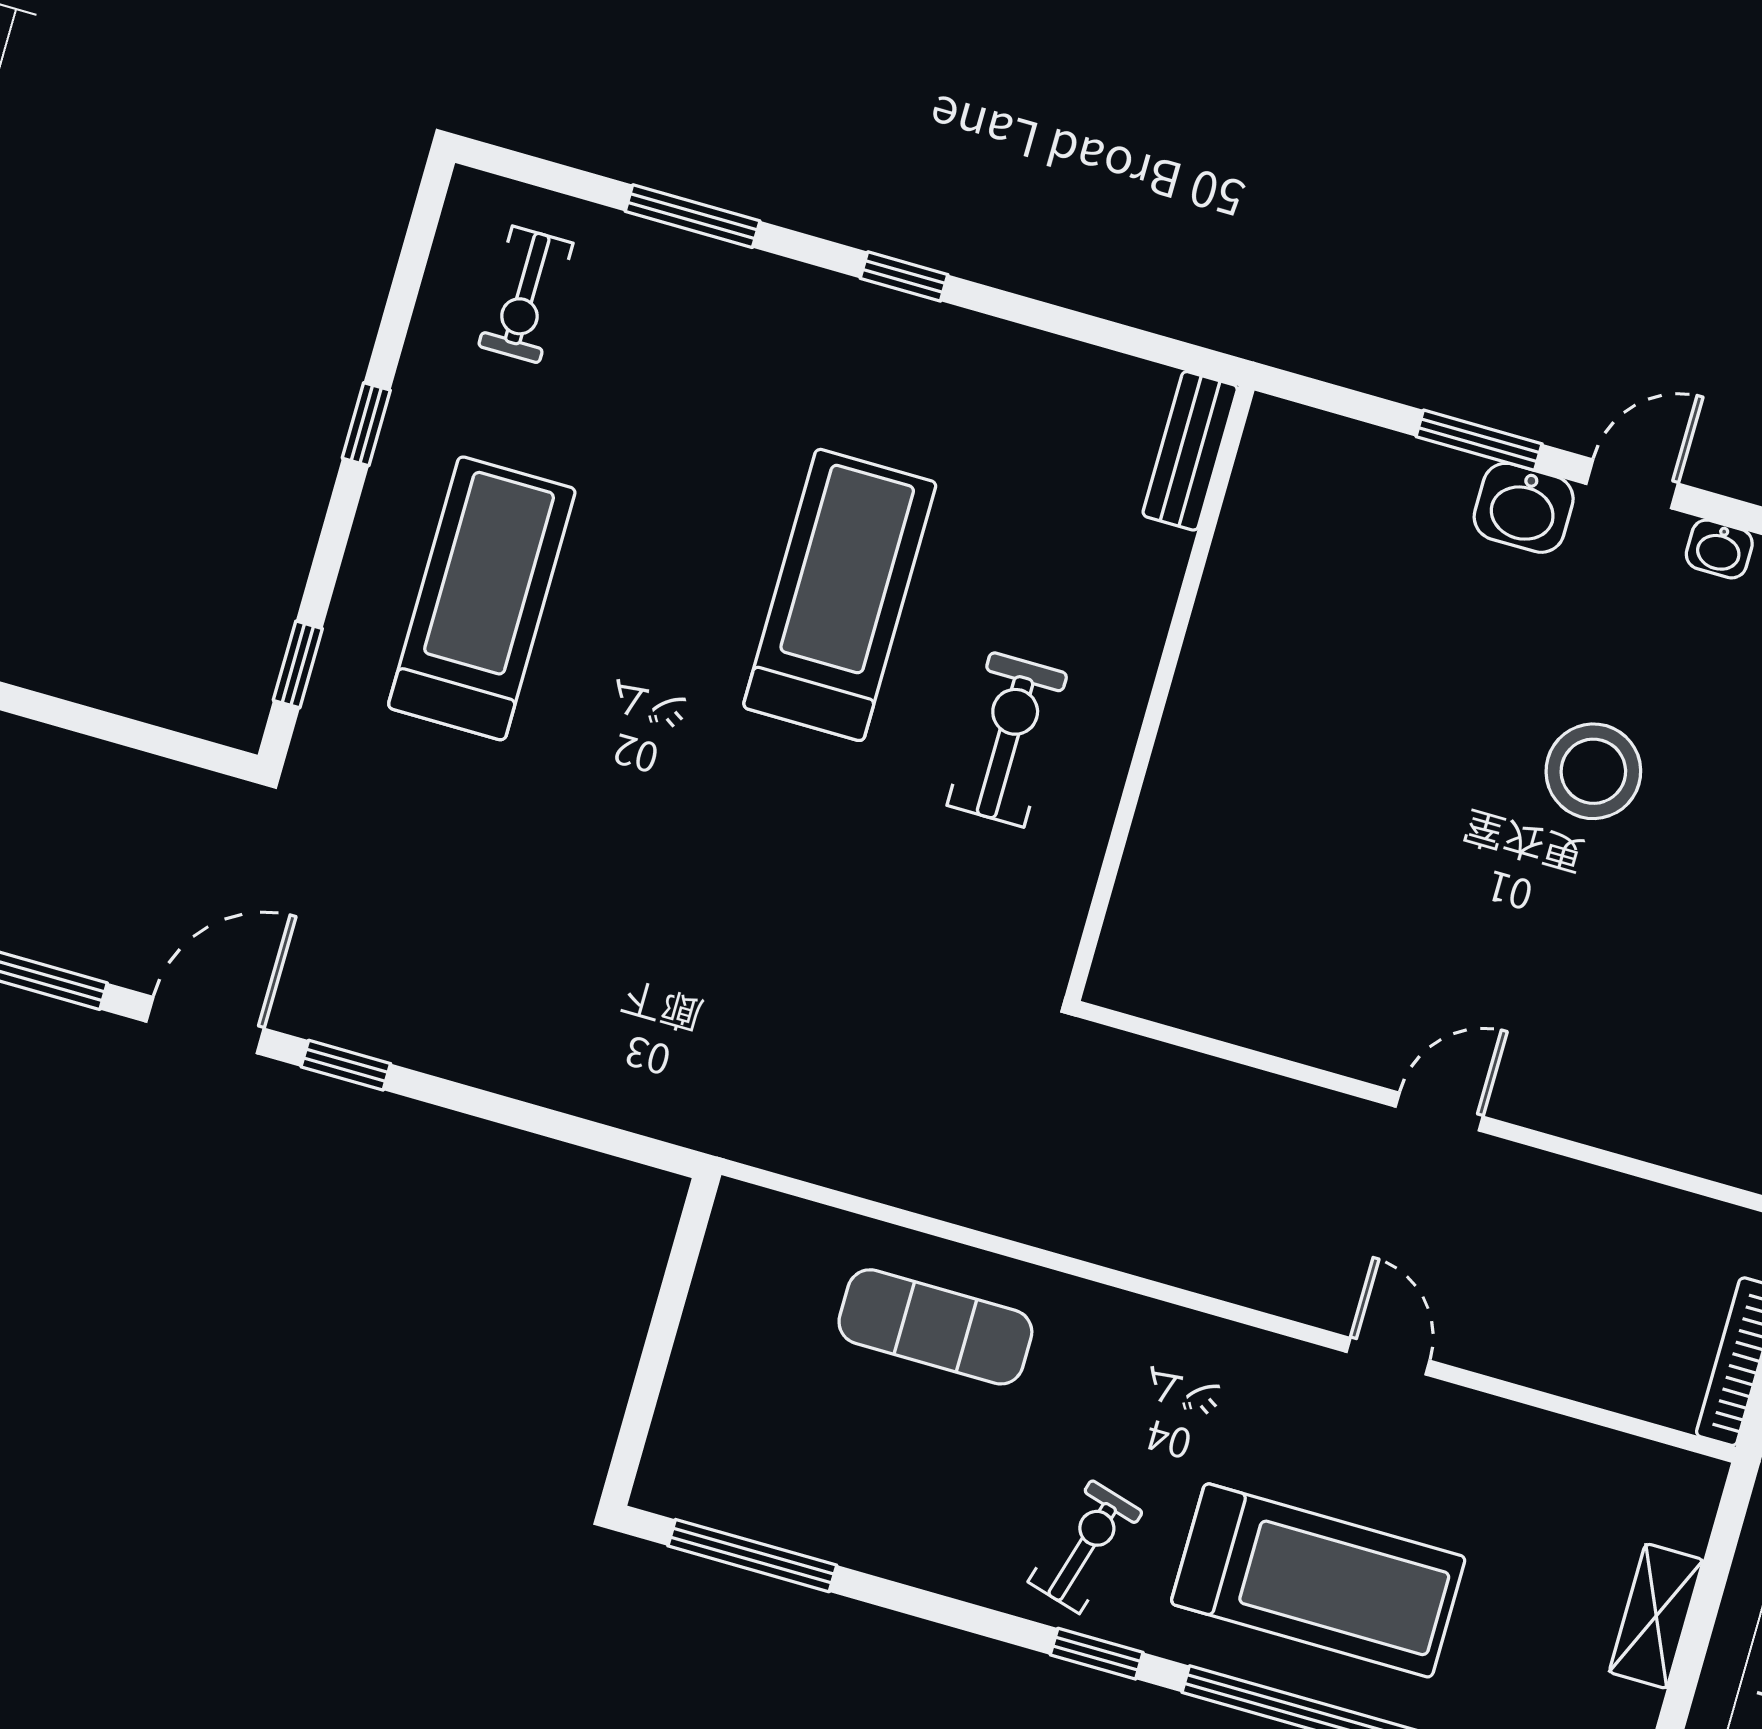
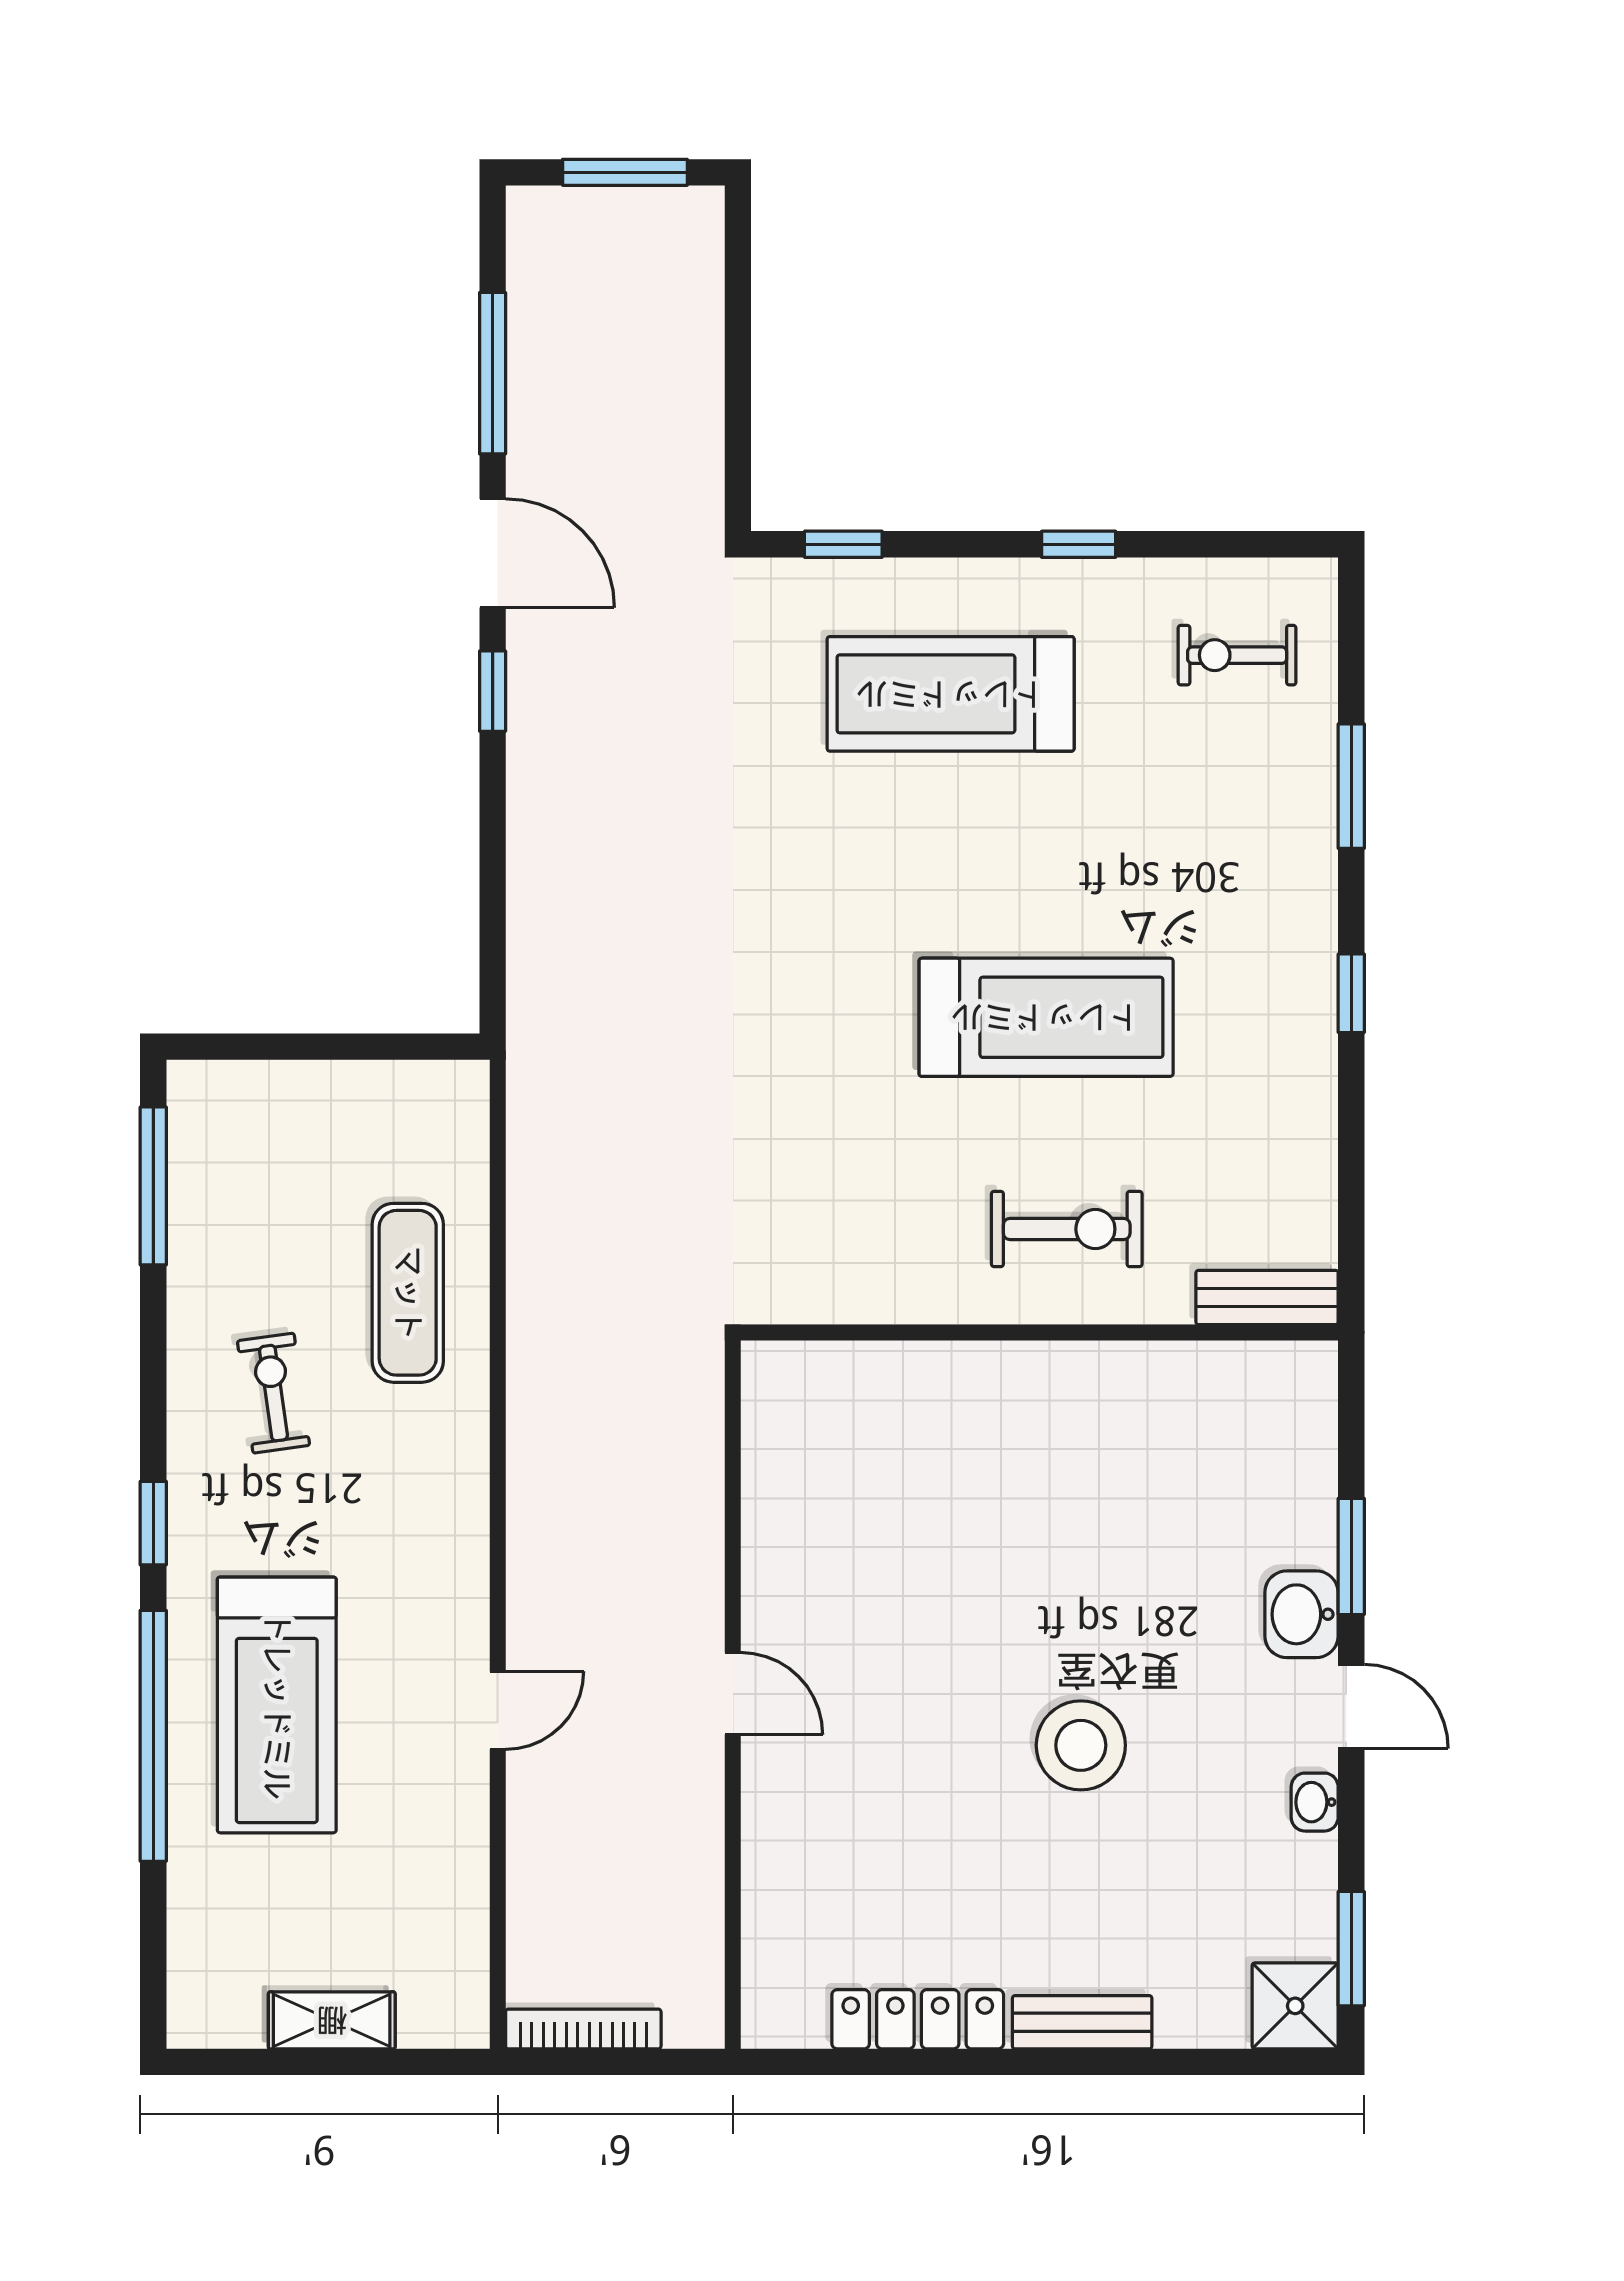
treadmill: (482, 598) -> (951, 694), turned 180
exercise bike: (1007, 739) -> (1067, 1229), moved
exercise bike: (1085, 1547) -> (274, 1393), moved, turned -114

